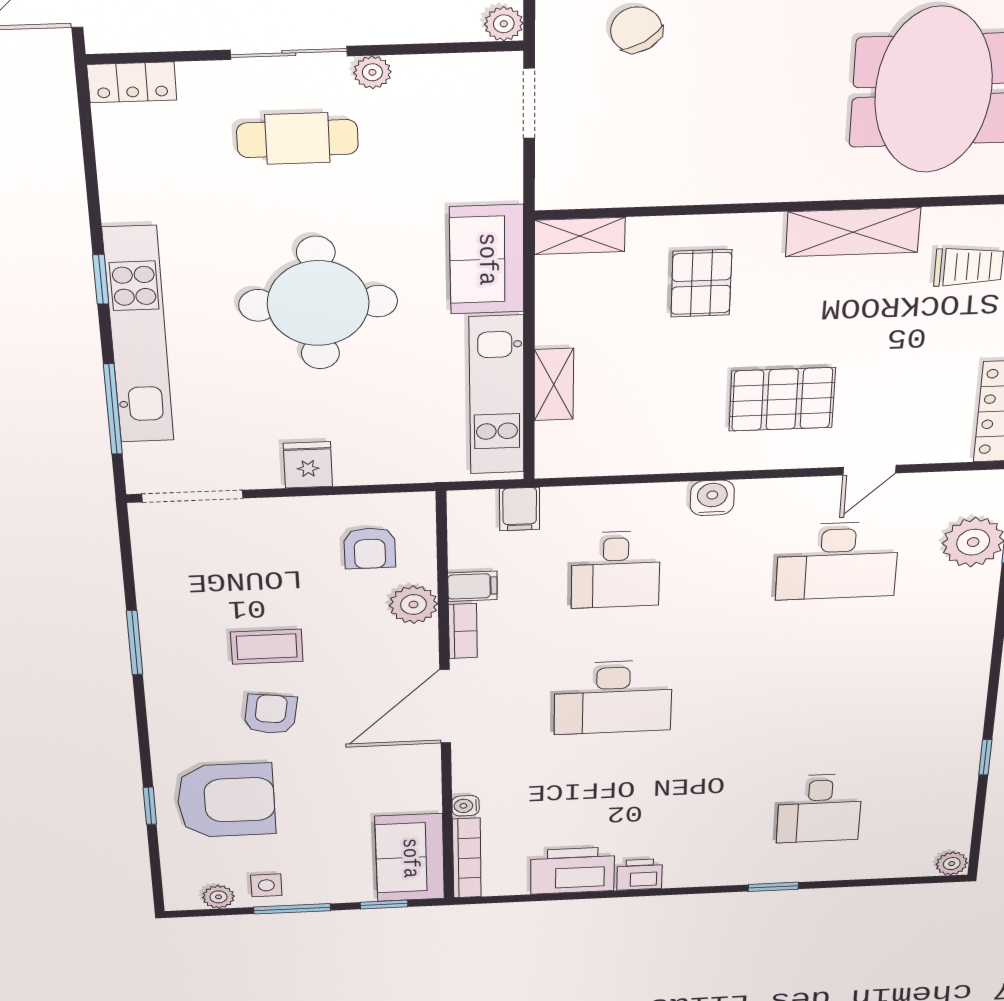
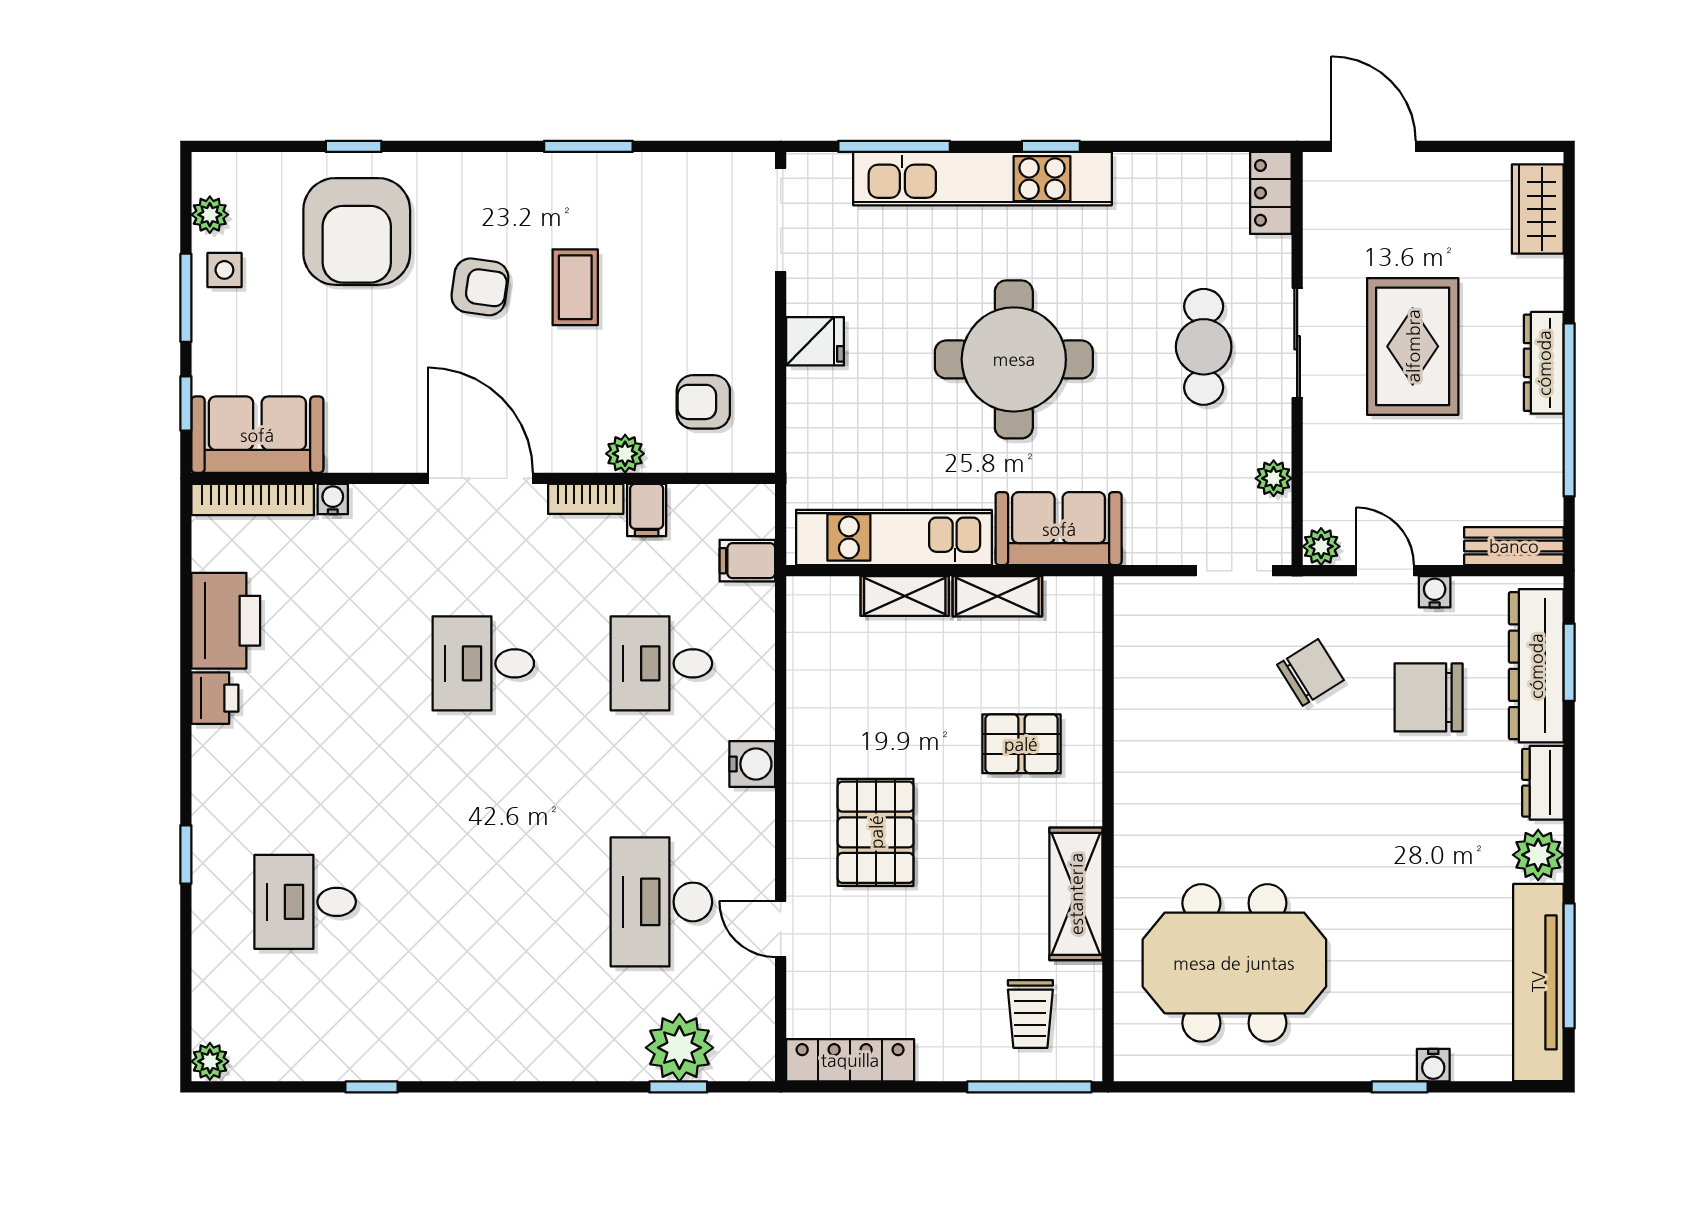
plant: (372, 72) -> (1274, 478), moved
shelving: (580, 236) -> (997, 596), moved, turned 90
plant: (413, 605) -> (625, 454), width x0.73, depth x0.73
desk: (613, 697) -> (483, 663), width x0.73

